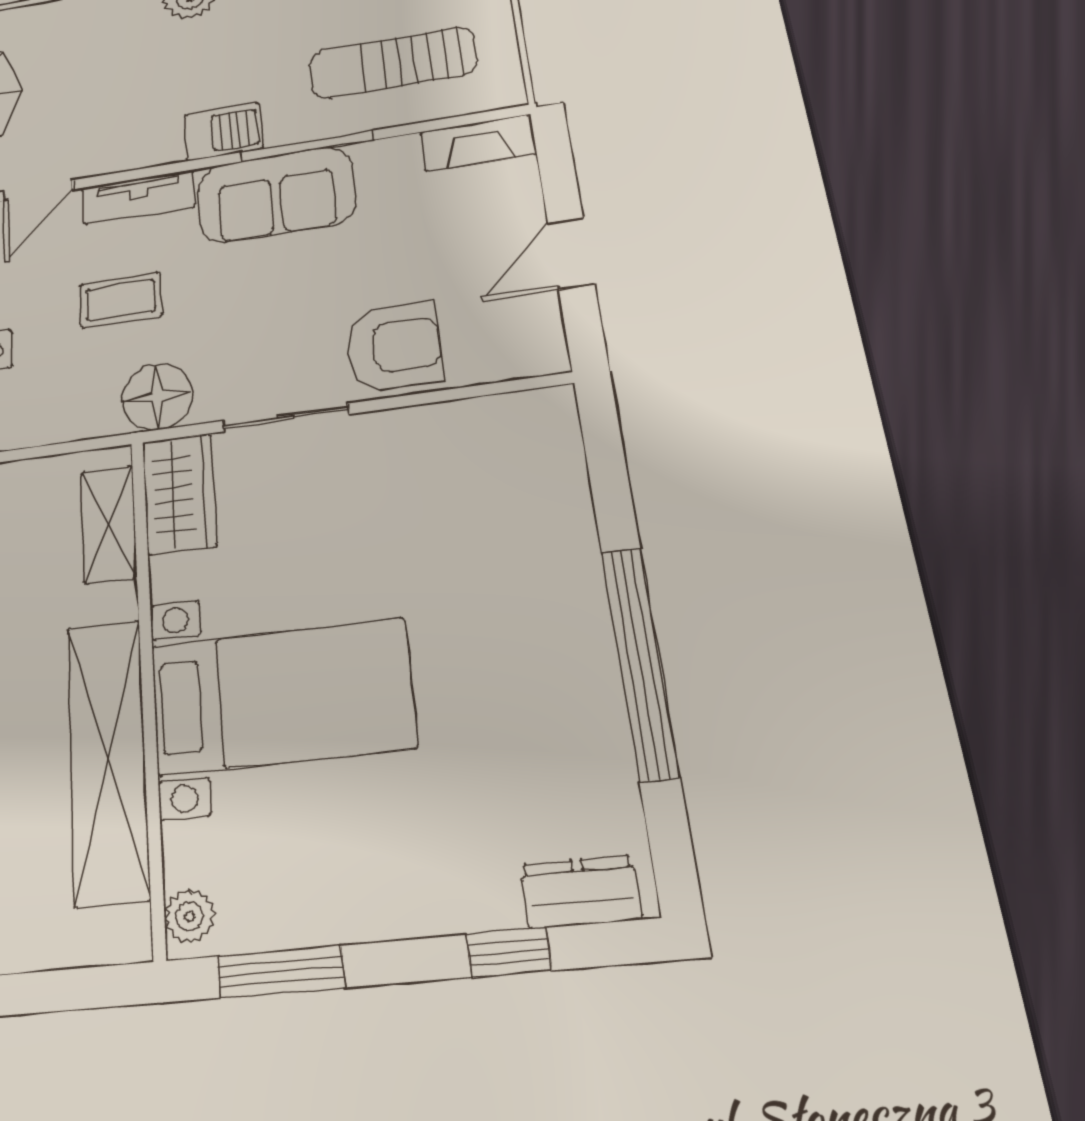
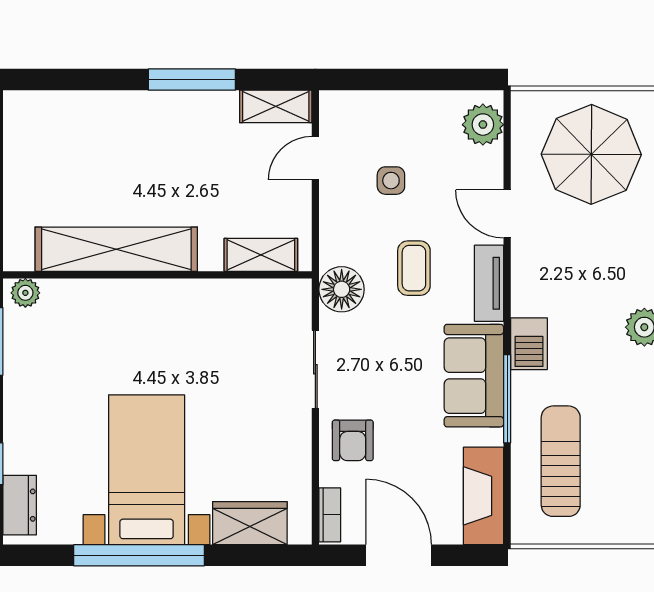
fireplace: (478, 143) -> (483, 496), width x1.37, depth x1.32
door: (571, 253) -> (399, 555), width x1.38
armchair: (394, 347) -> (353, 440), width x0.72, depth x0.72
bookcase: (520, 363) -> (330, 515), added
wardrobe: (179, 494) -> (250, 523), moved, turned 180
bed with nightstands: (281, 696) -> (147, 470), moved, turned 180

